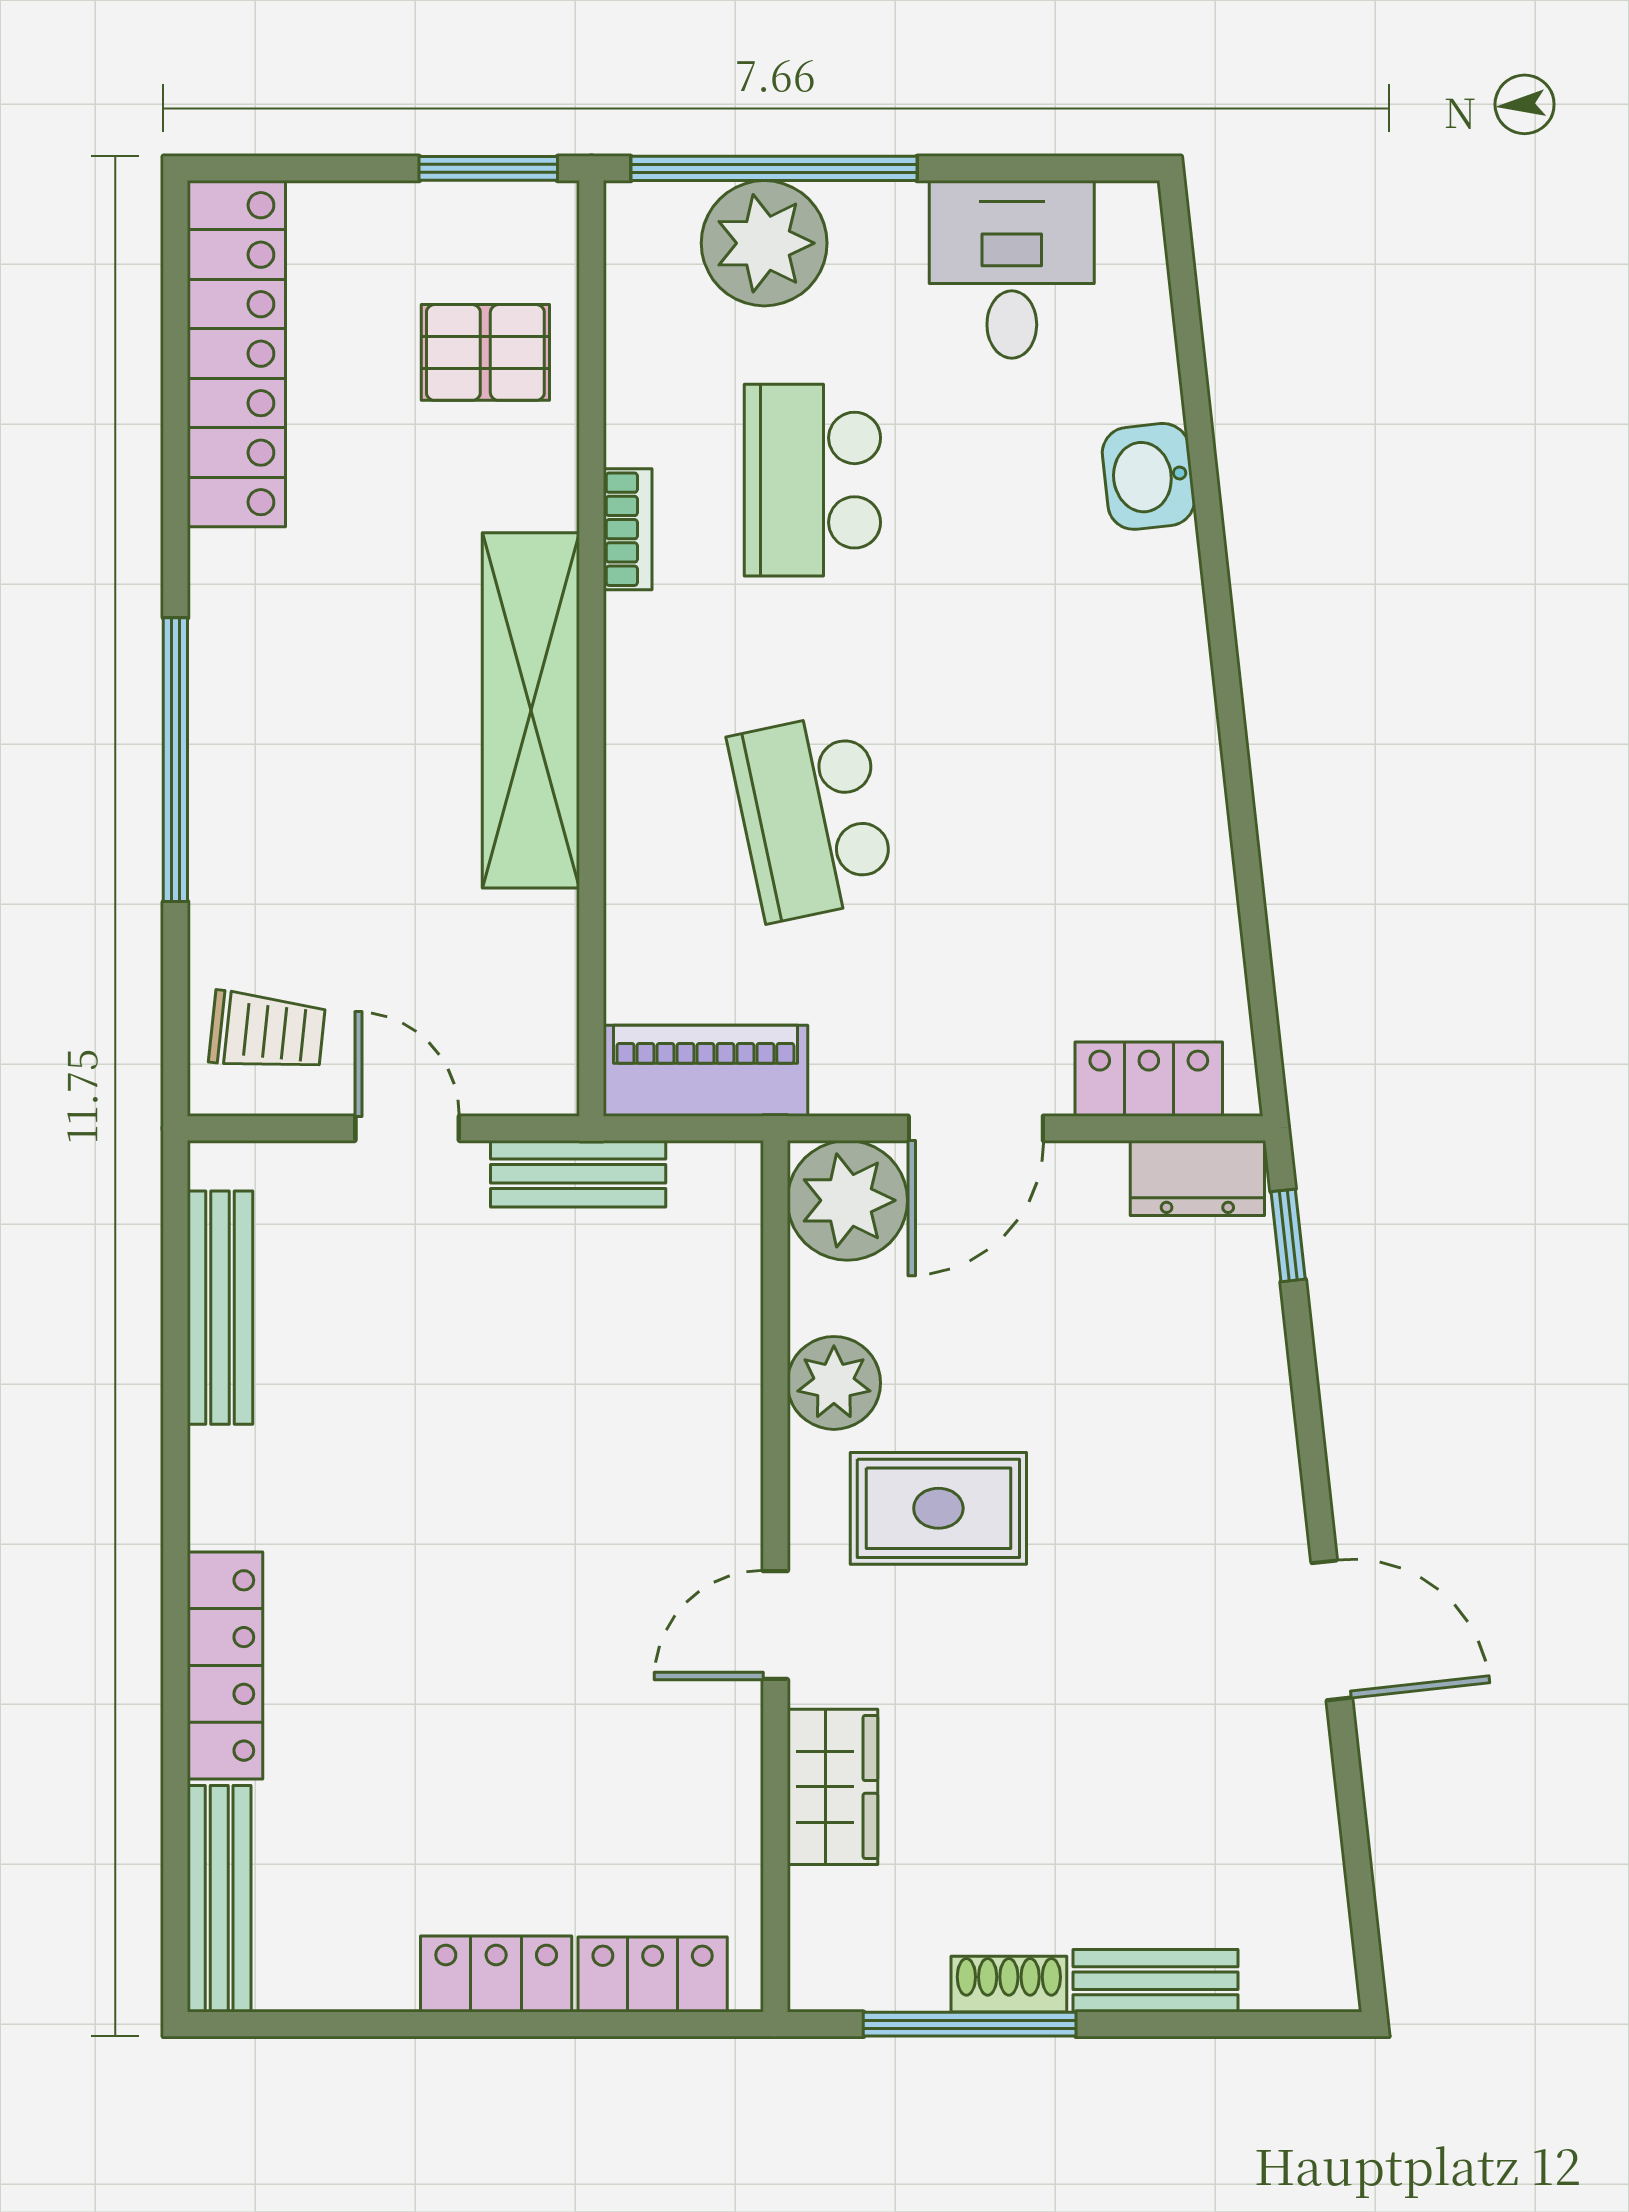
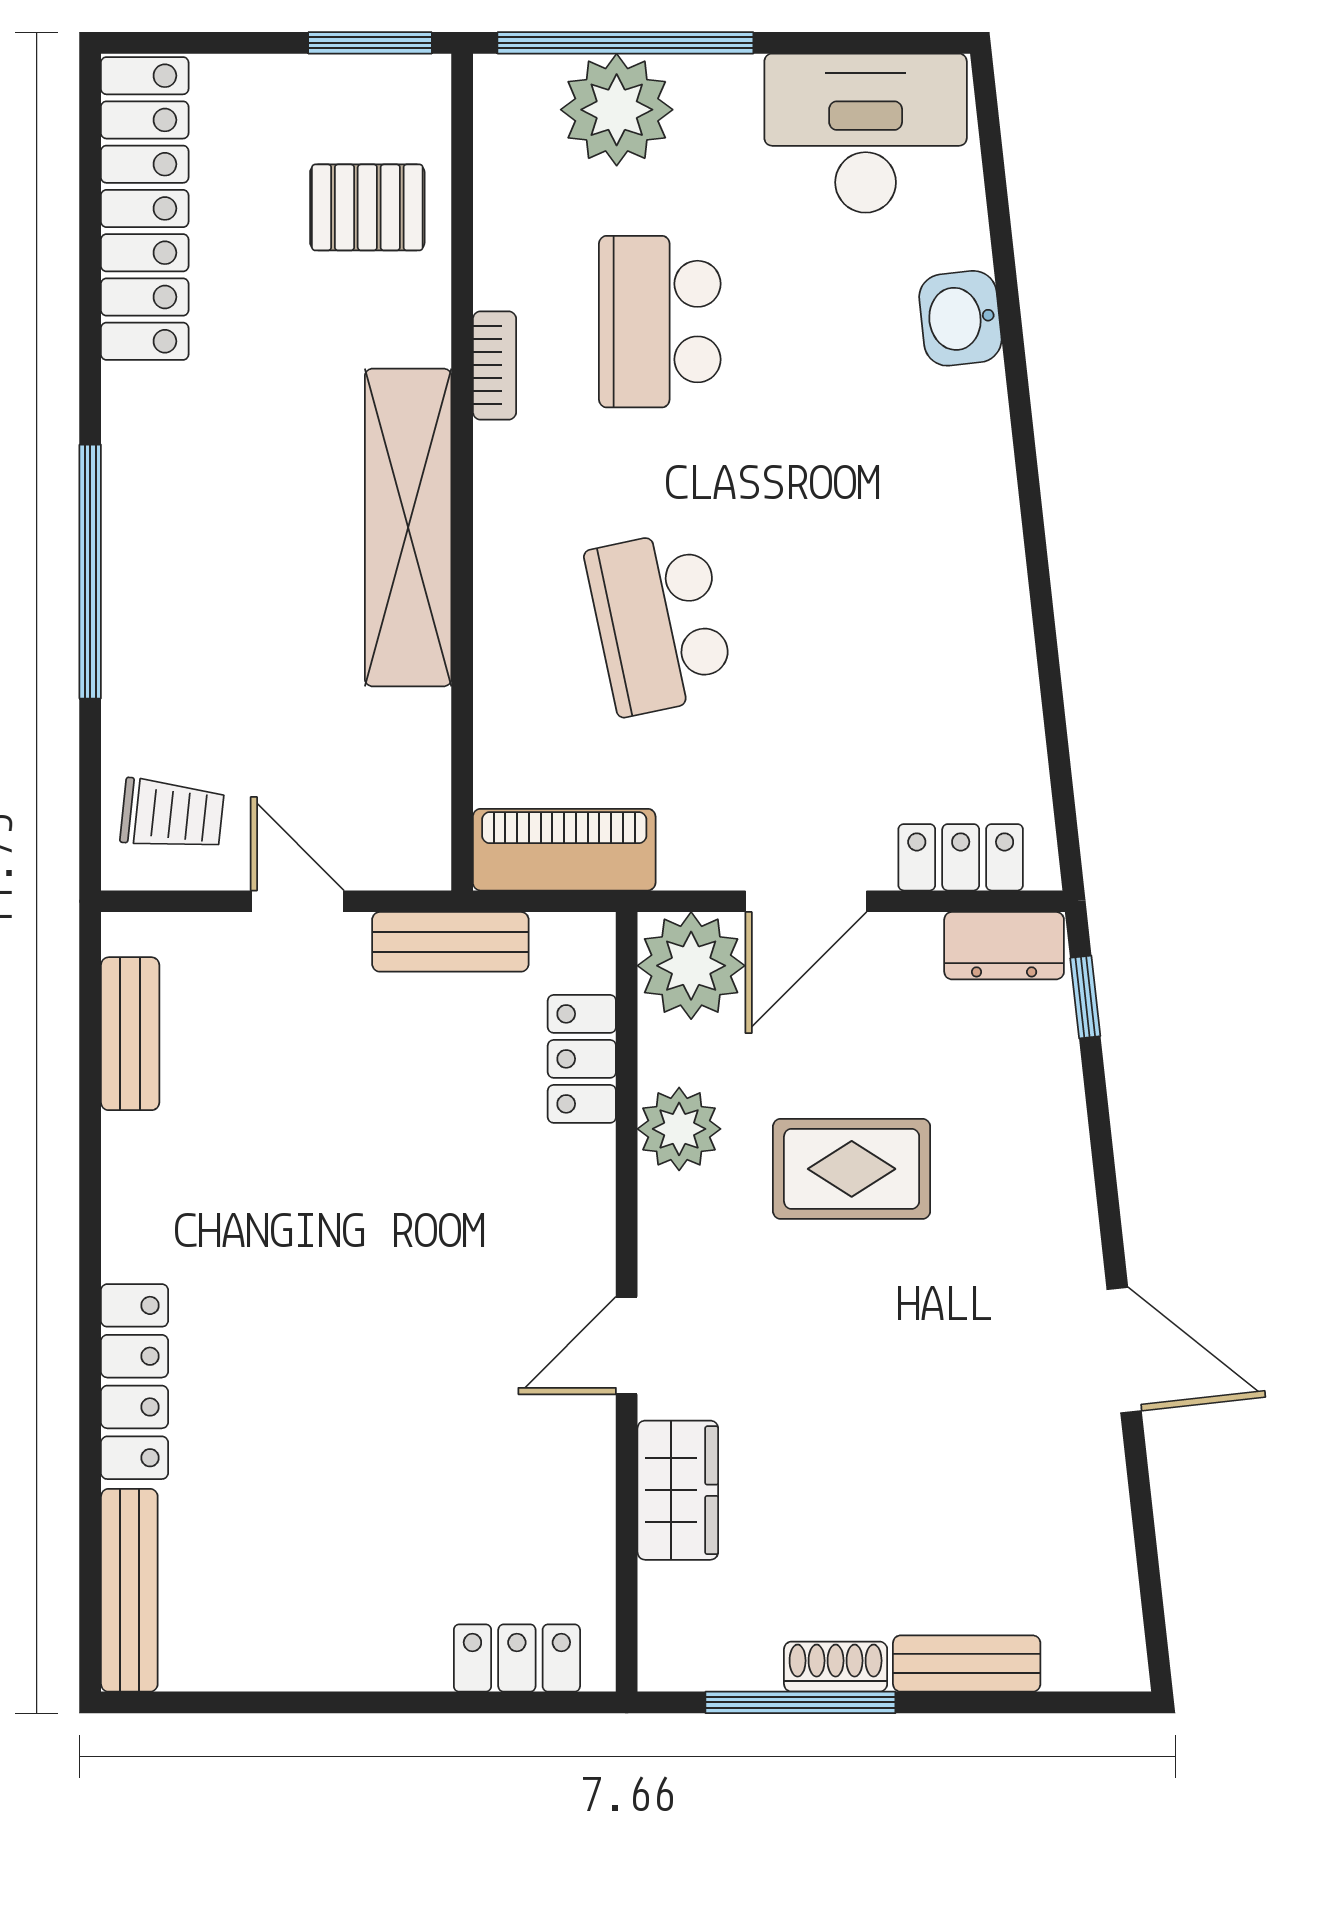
desk: (1012, 269) -> (866, 133), width x1.37
bench: (220, 1308) -> (130, 1034), width x0.73
rug: (938, 1508) -> (852, 1169), moved
locker: (496, 1974) -> (582, 1059), moved, turned -90

